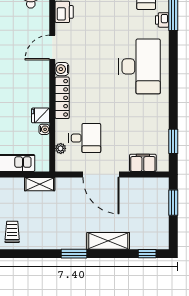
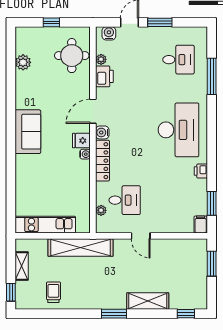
printer: (162, 20) -> (201, 171), moved
fridge: (41, 115) -> (81, 141), moved
water cooler: (44, 129) -> (85, 154), moved
filing cabinet: (143, 163) -> (201, 224), moved, width x0.50
door: (101, 174) -> (141, 236), width x0.53
shelving: (40, 184) -> (80, 248), width x2.20, depth x1.33

